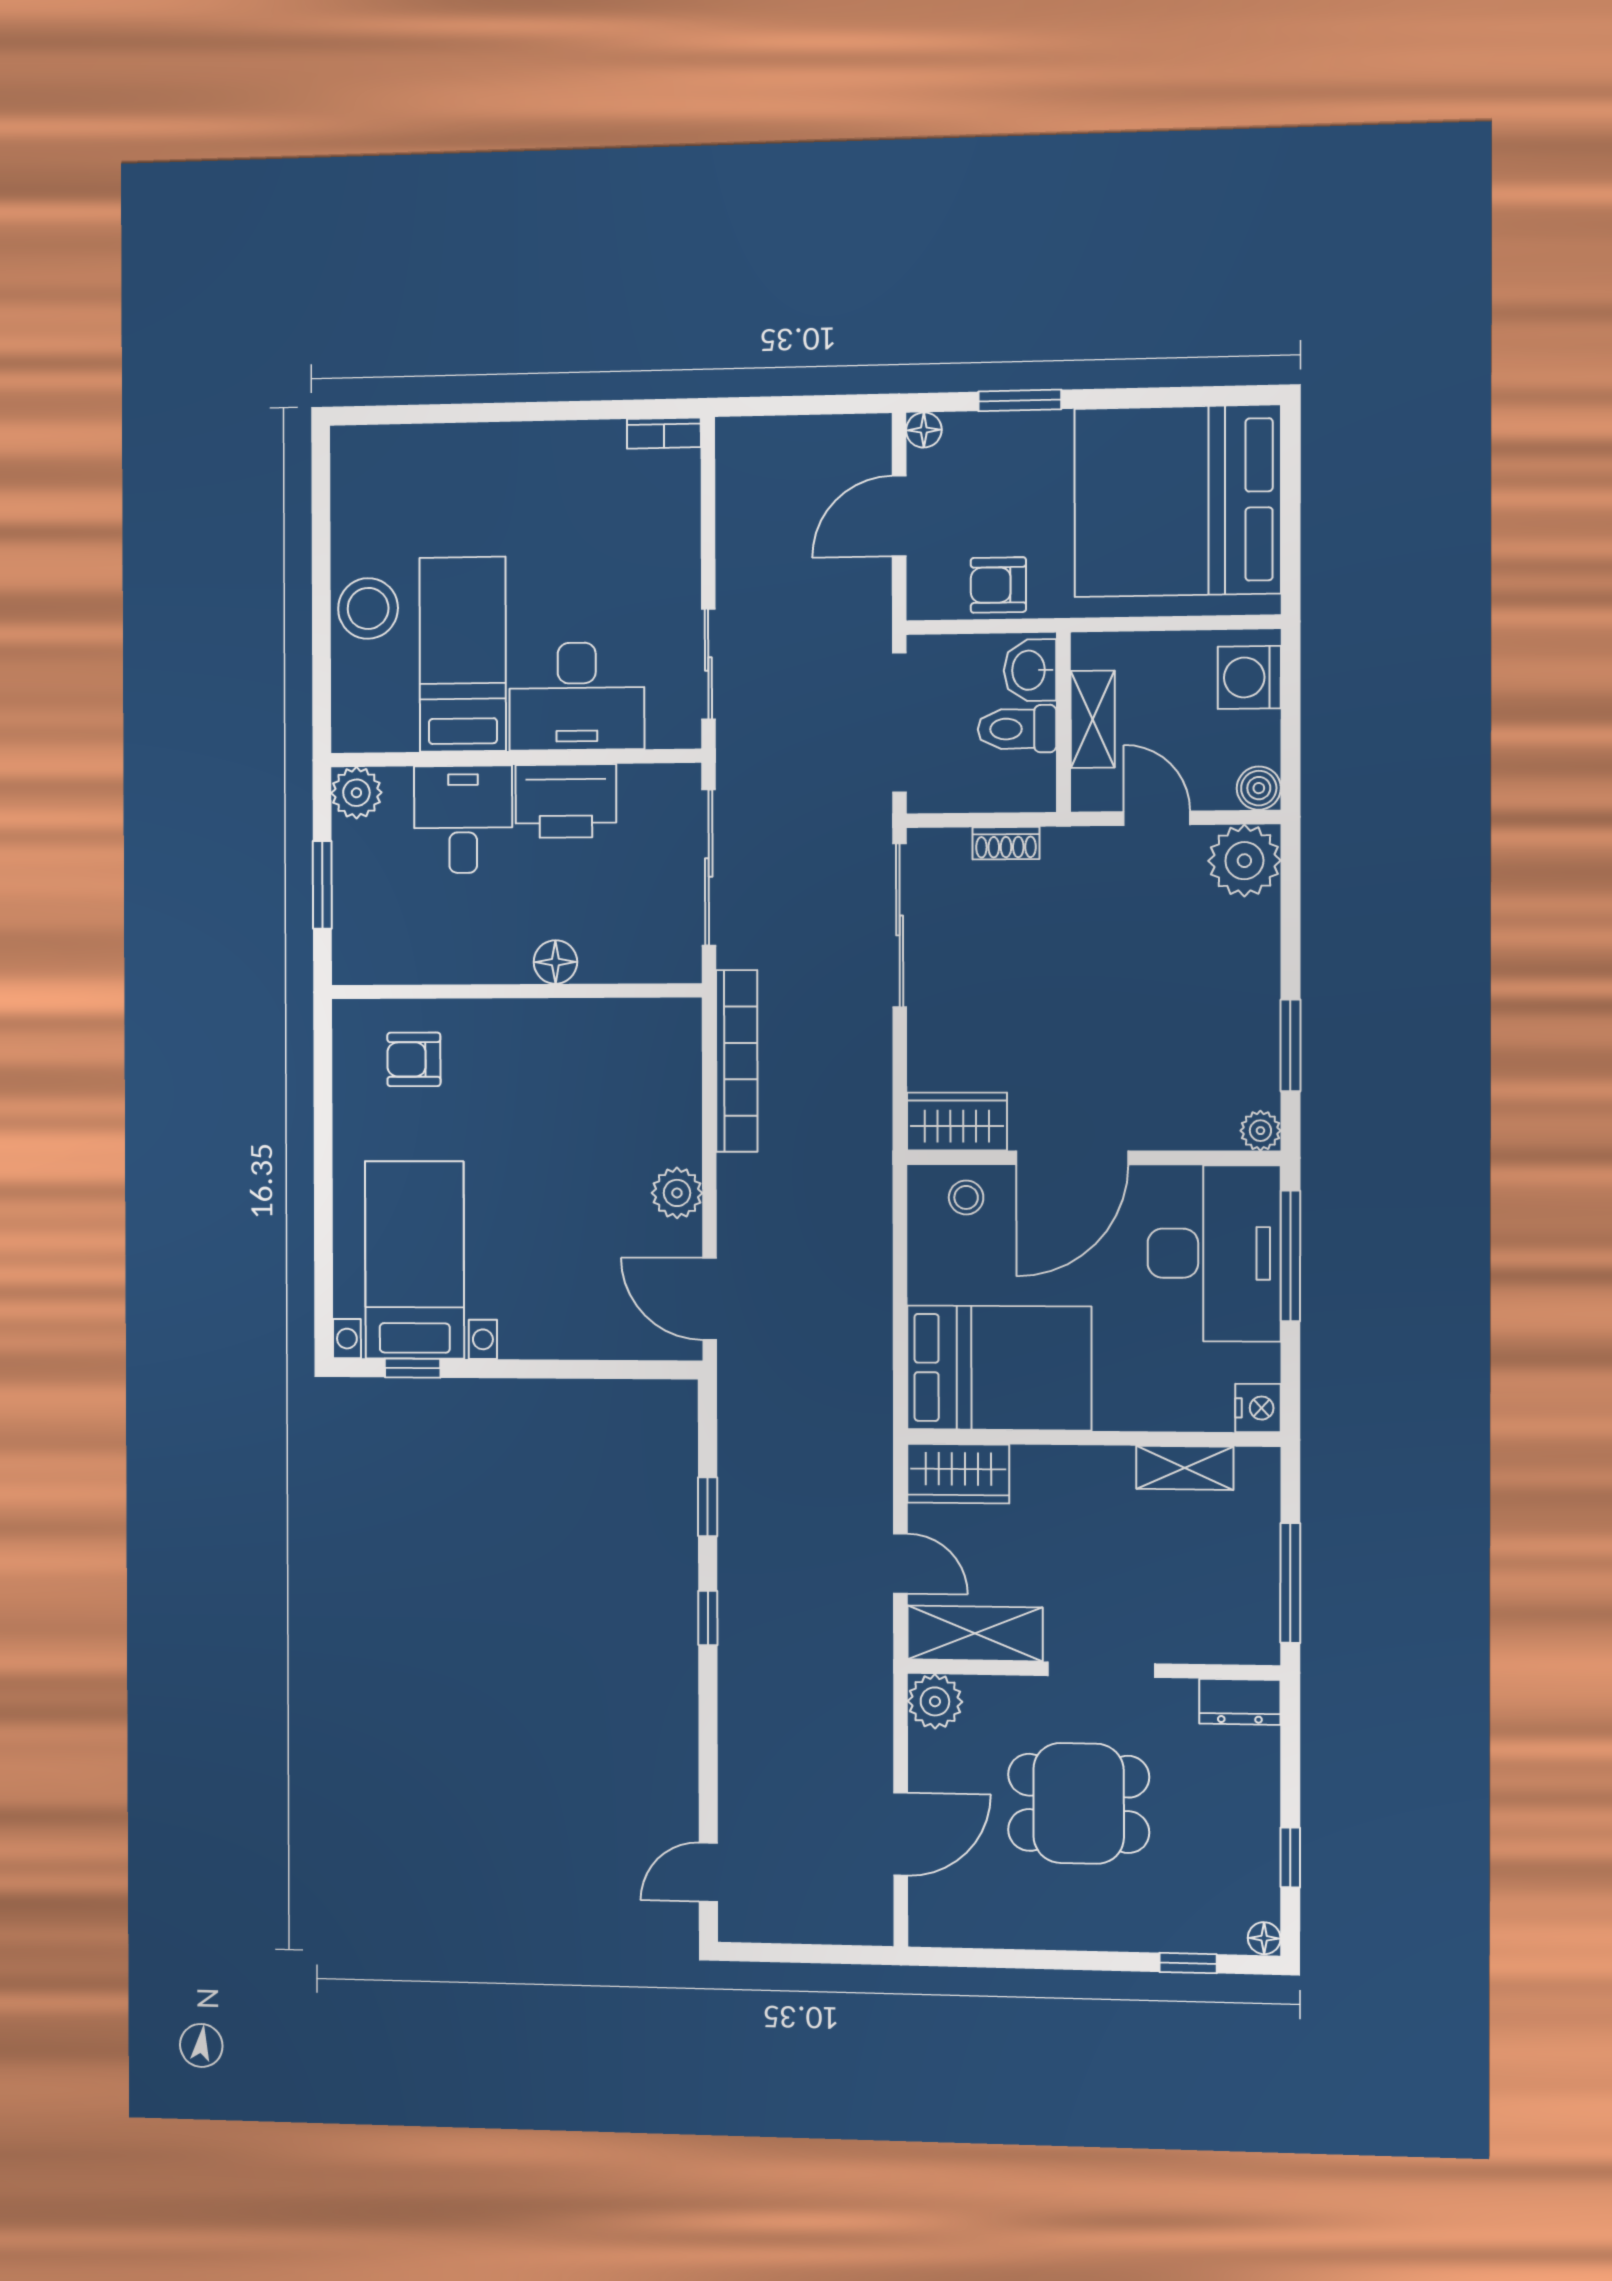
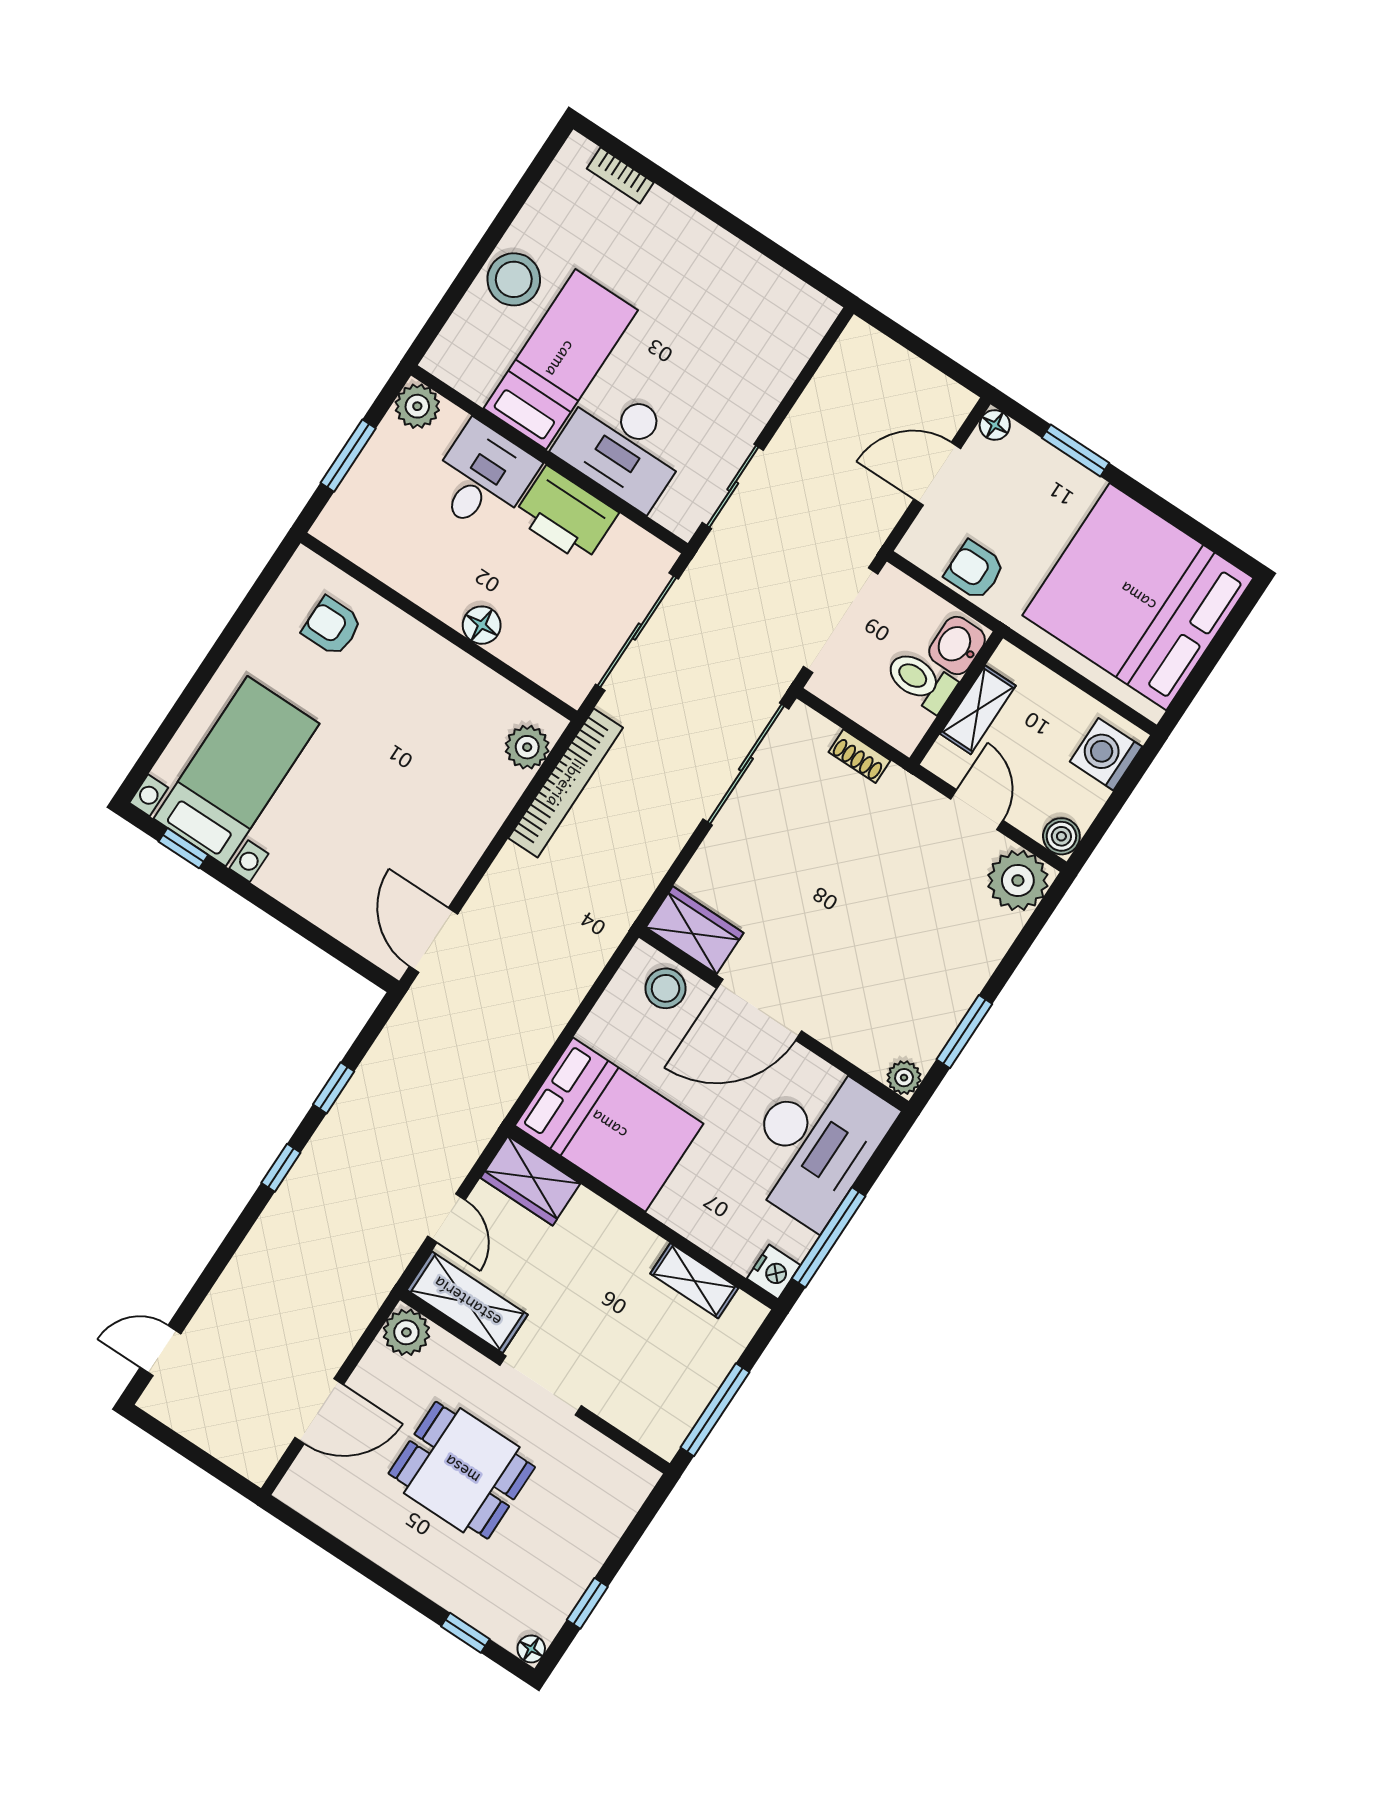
bookcase: (664, 433) -> (620, 175), moved
plant: (677, 1193) -> (527, 747), moved
stool: (966, 1197) -> (666, 988), width x1.37, depth x1.37
window: (1290, 1256) -> (829, 1237), moved
dresser: (1240, 1702) -> (624, 1471), removed

